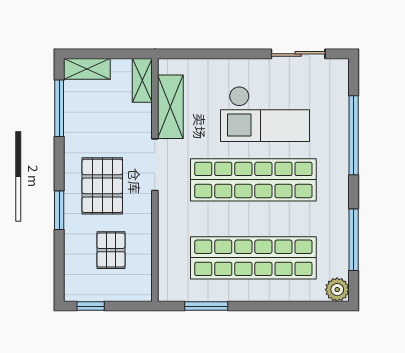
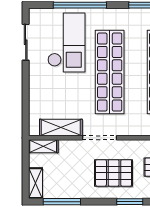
checkout: (265, 114) -> (66, 43), moved

